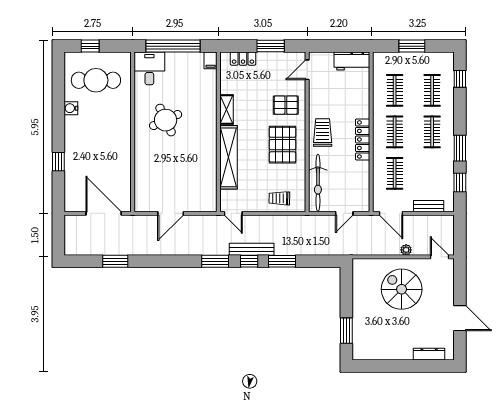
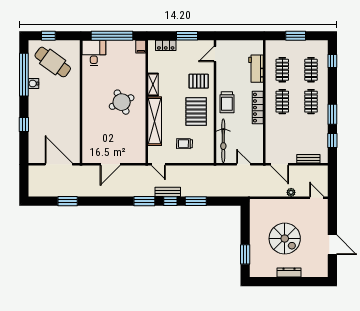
workbench: (352, 61) -> (256, 69), moved, turned 90
cafe table: (96, 80) -> (53, 62), turned 36
window: (58, 97) -> (24, 75), added
round table: (166, 120) -> (122, 102), moved
trolley: (323, 133) -> (227, 102), turned 180
clothes rail: (395, 173) -> (282, 134), removed
trolley: (279, 198) -> (184, 144), moved
door: (344, 213) -> (244, 164), swing flipped
bench: (252, 249) -> (168, 192), width x0.73
spiral stairs: (402, 289) -> (285, 239), moved, turned 180
dresser: (429, 354) -> (289, 272), moved

